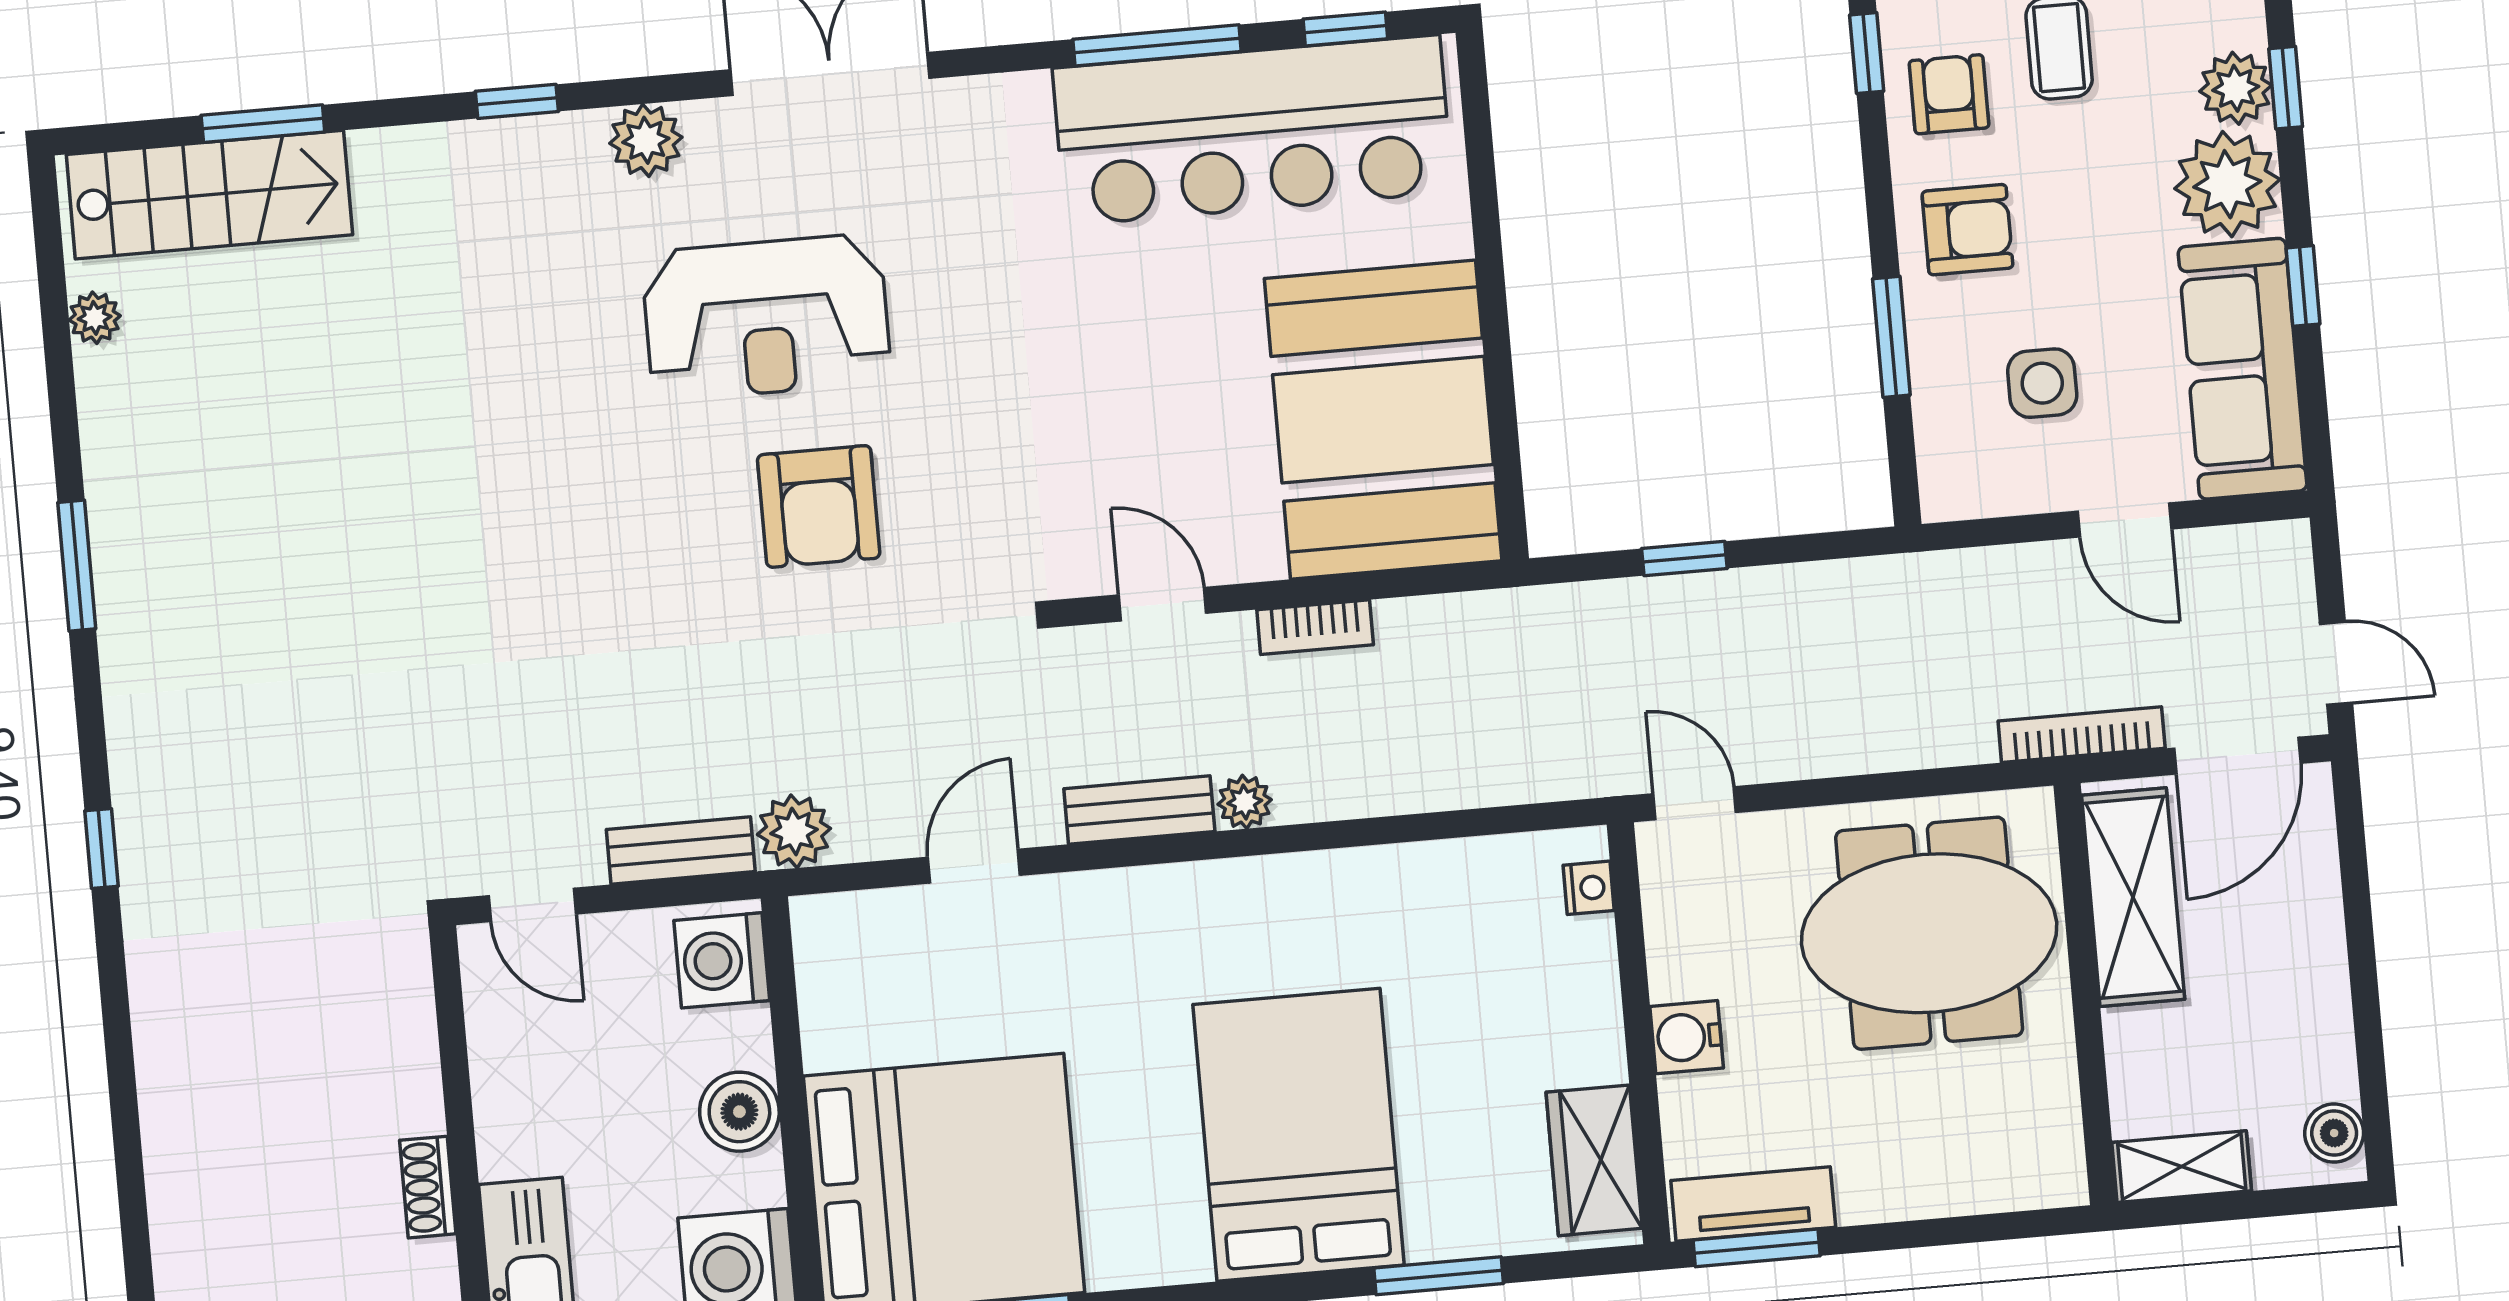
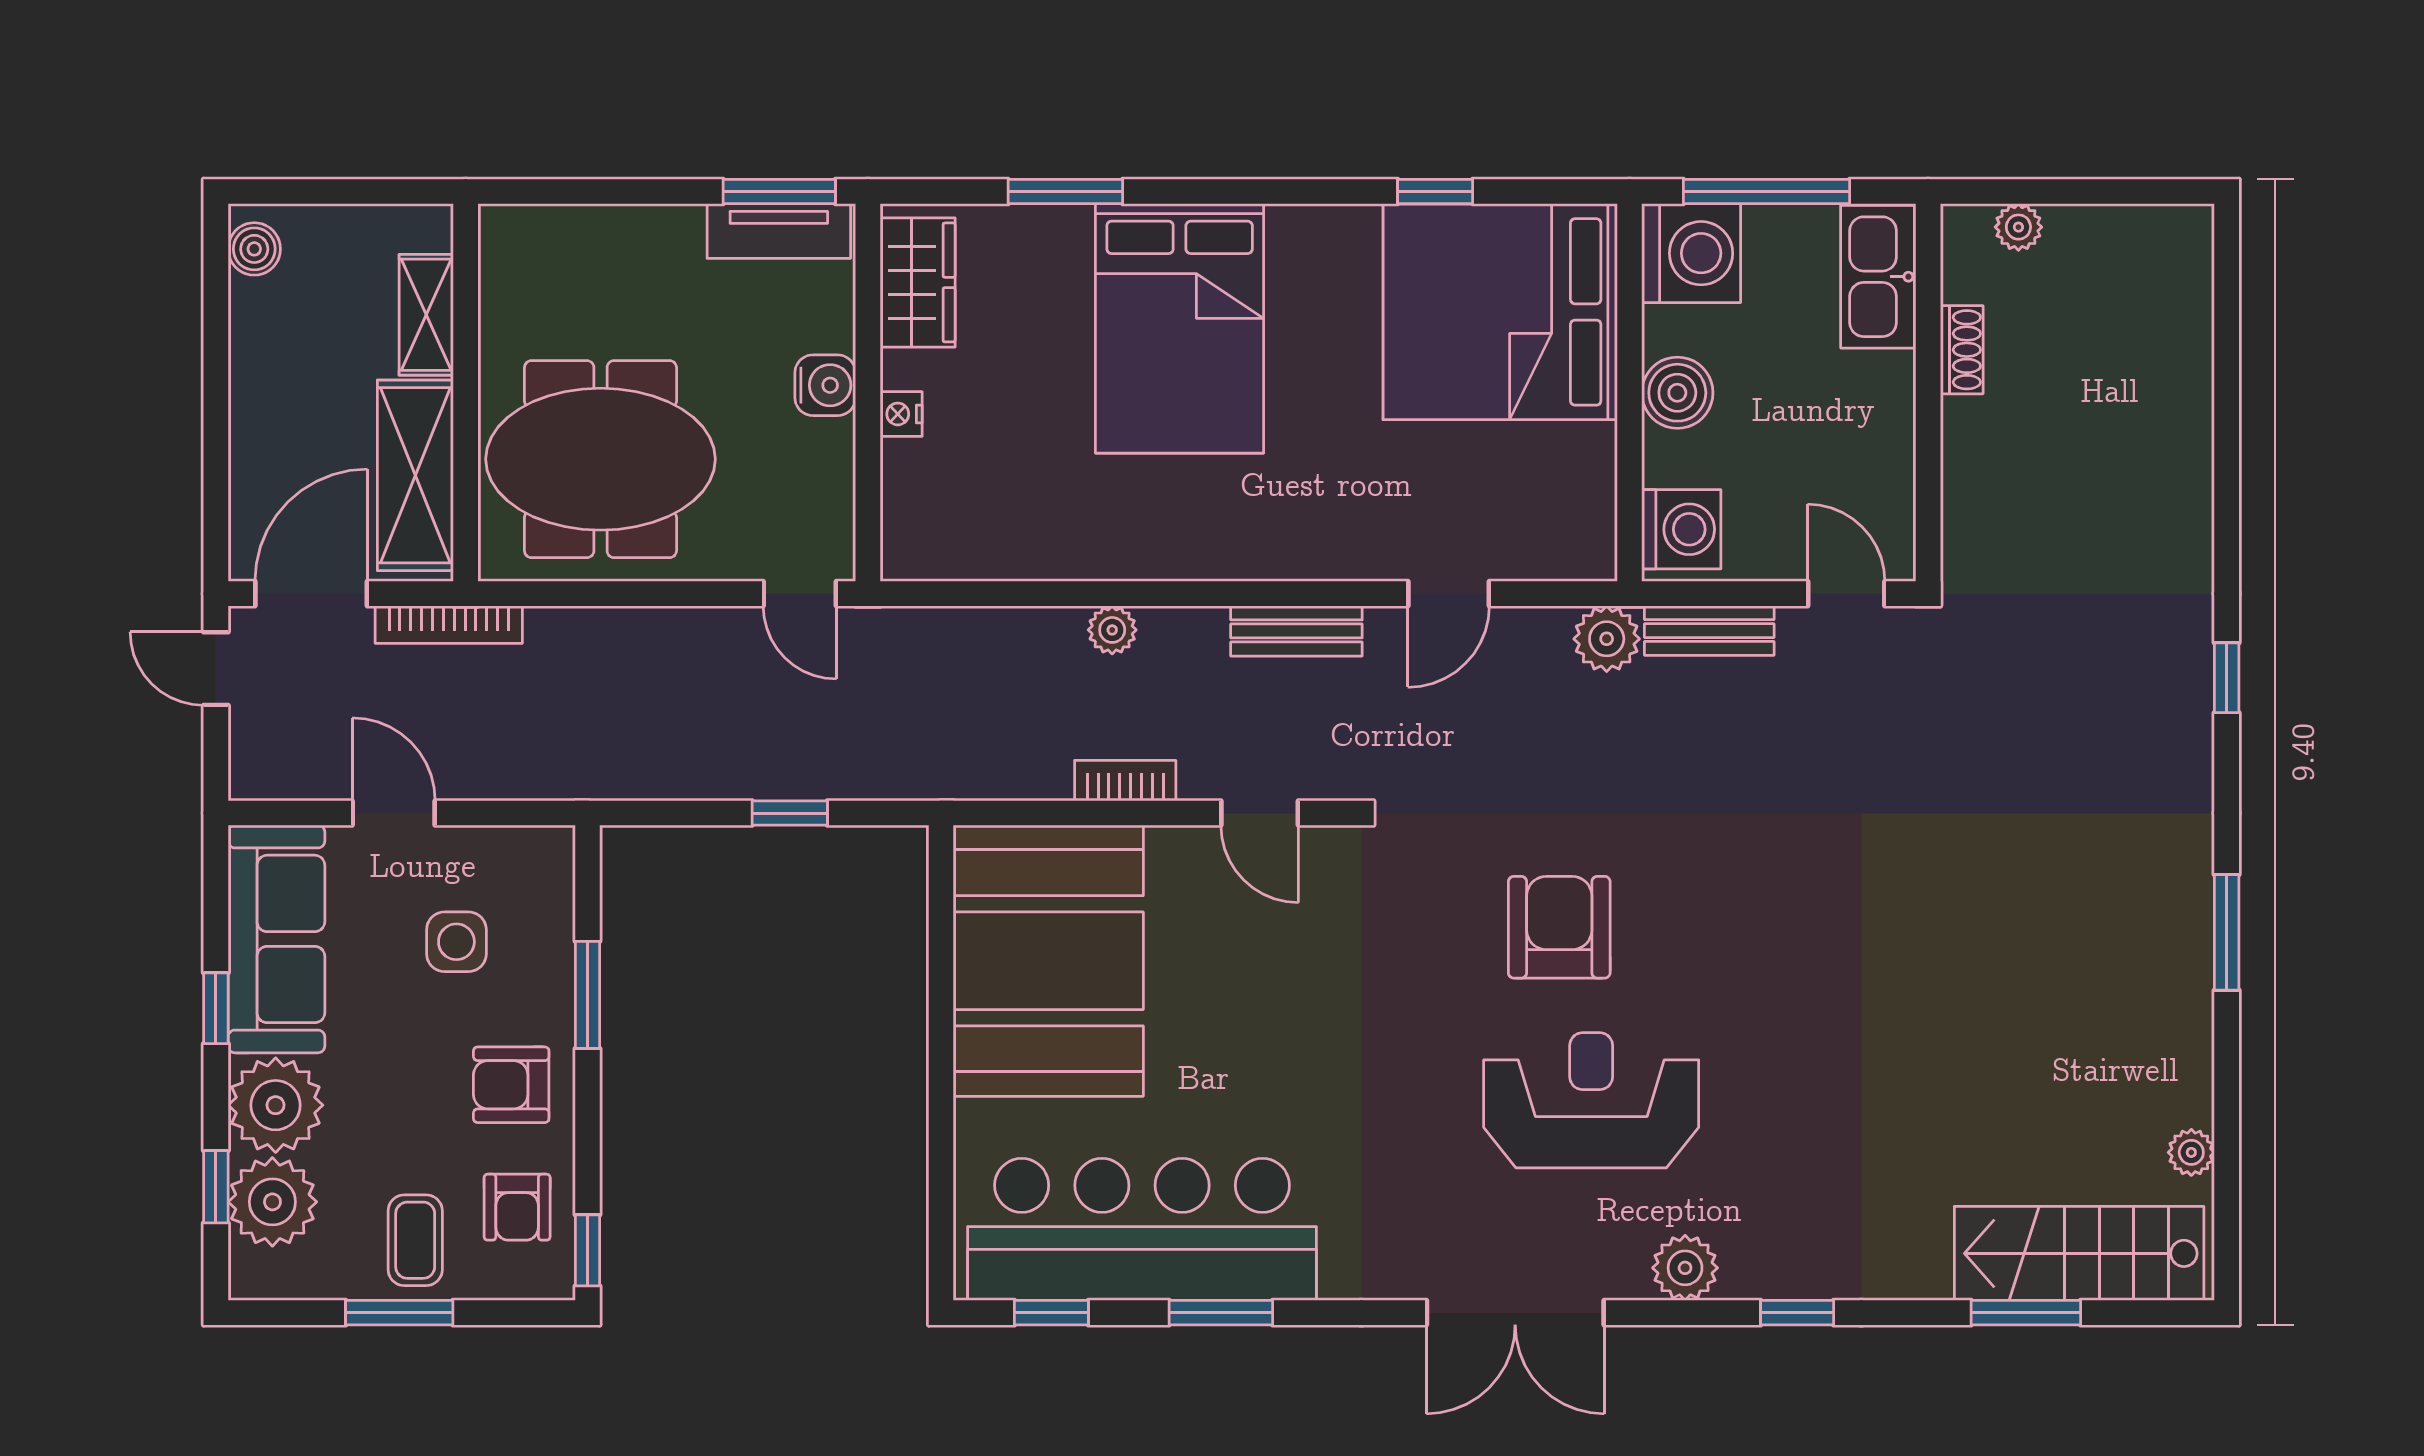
window: (1157, 45) -> (1221, 1313), width x0.69
plant: (2236, 88) -> (272, 1202), width x1.36, depth x1.36
plant: (1245, 802) -> (1112, 630), moved
nightstand: (1589, 888) -> (901, 414), moved
shelving: (2182, 1167) -> (426, 315), moved, turned 90

